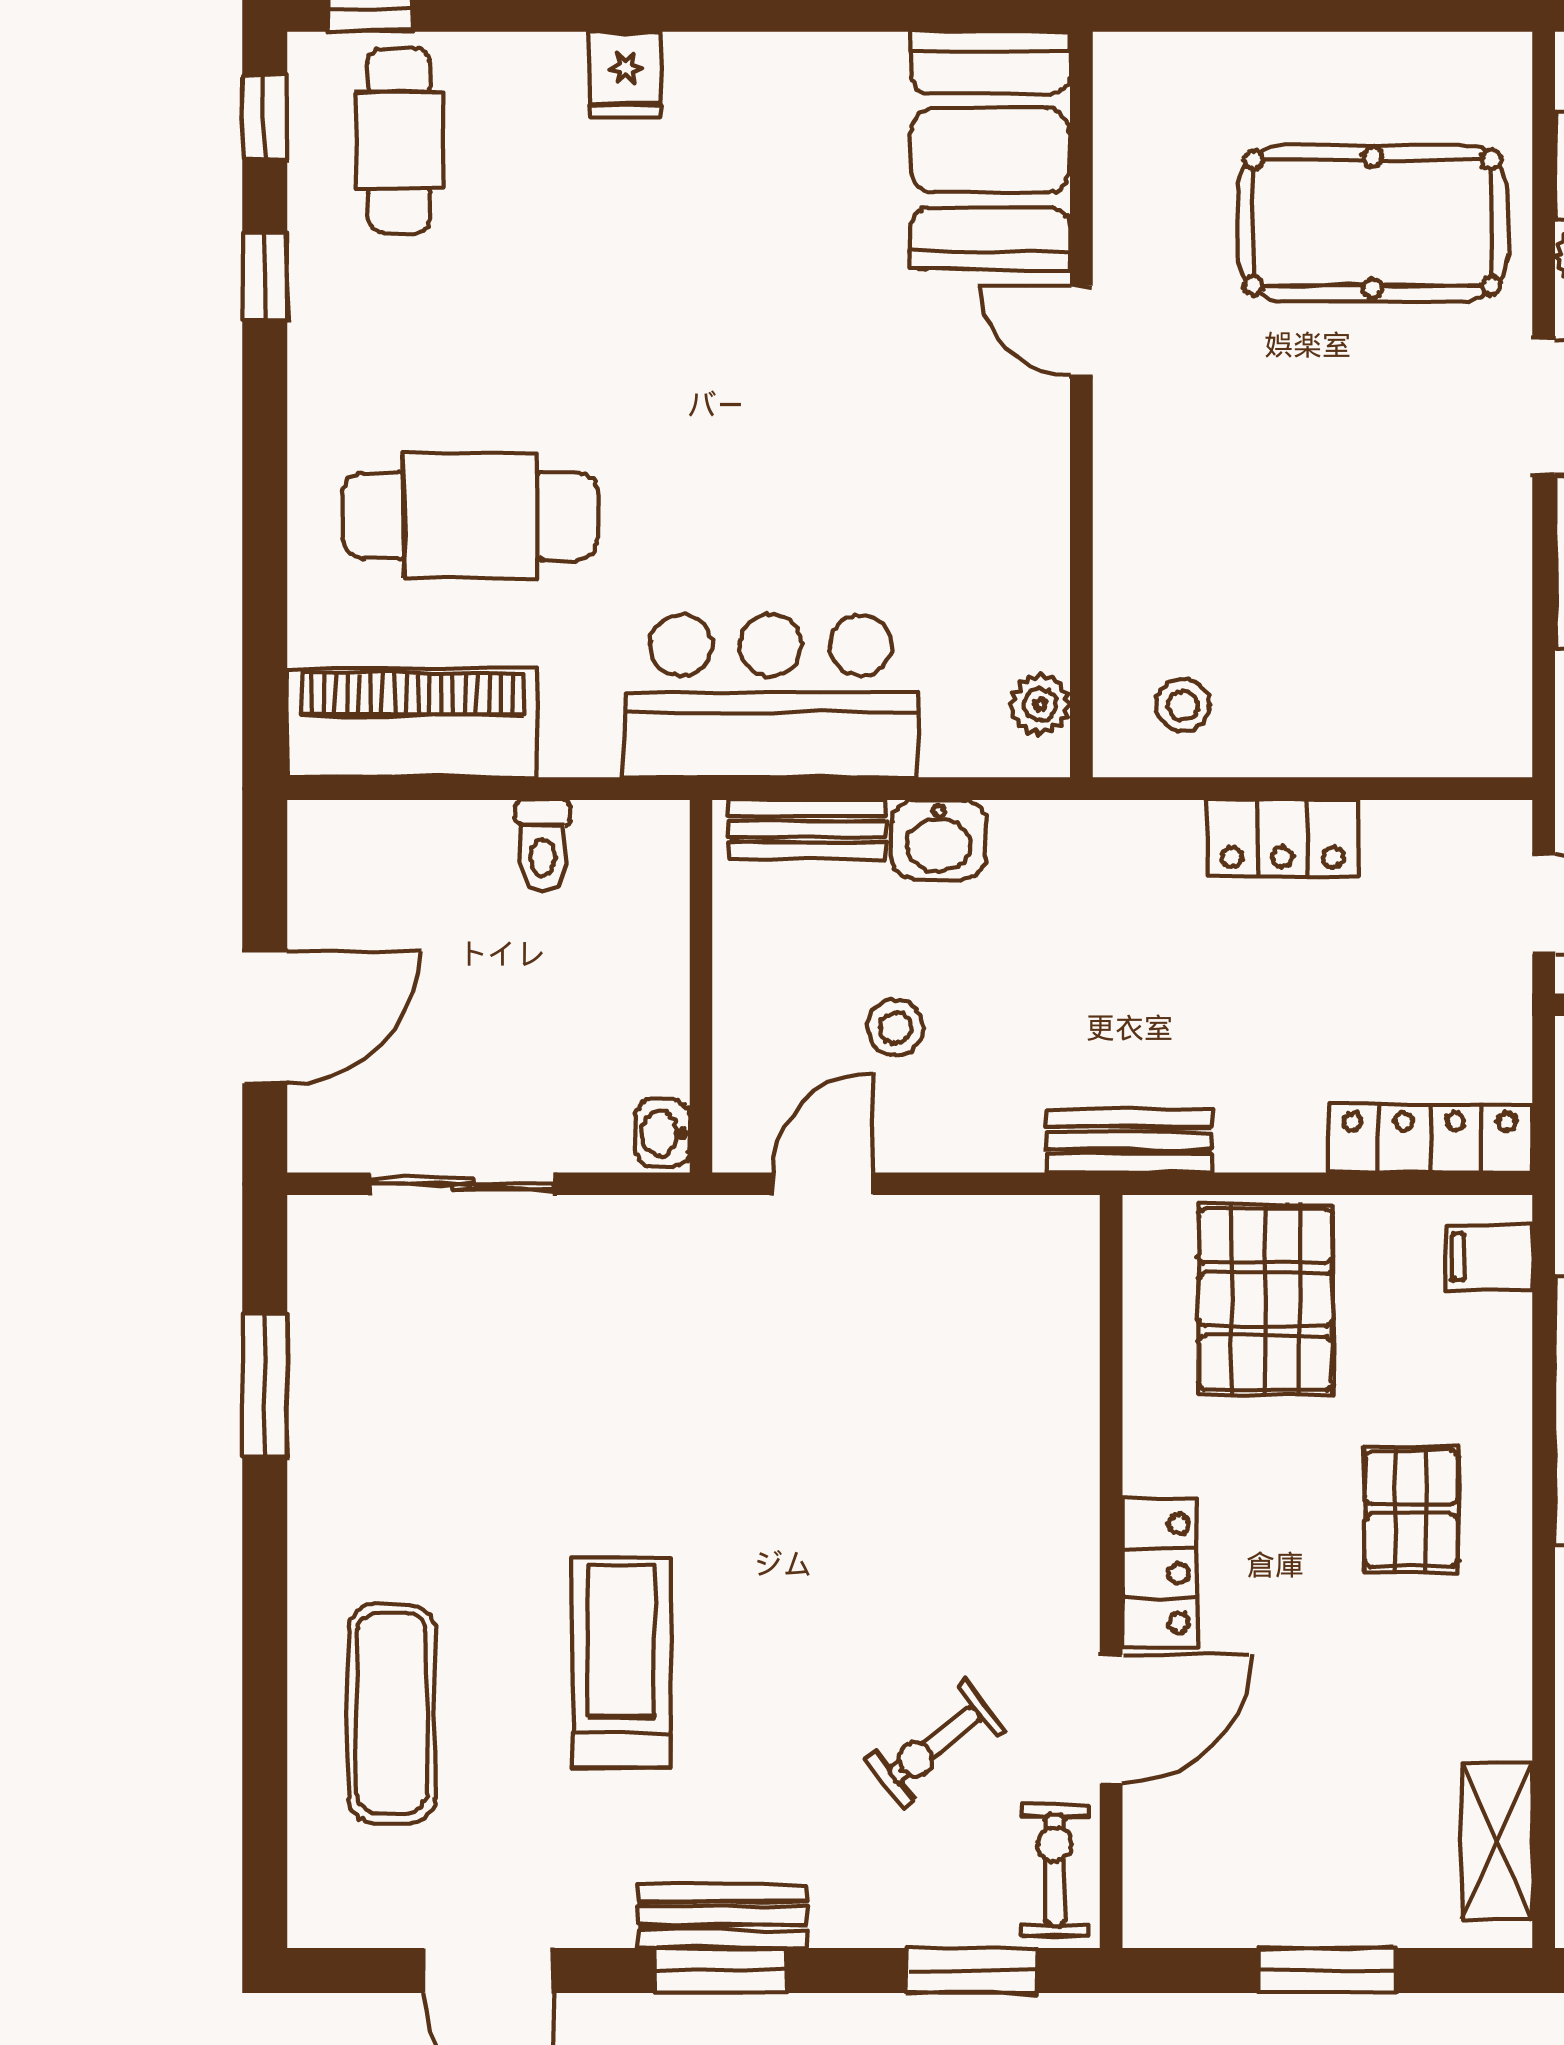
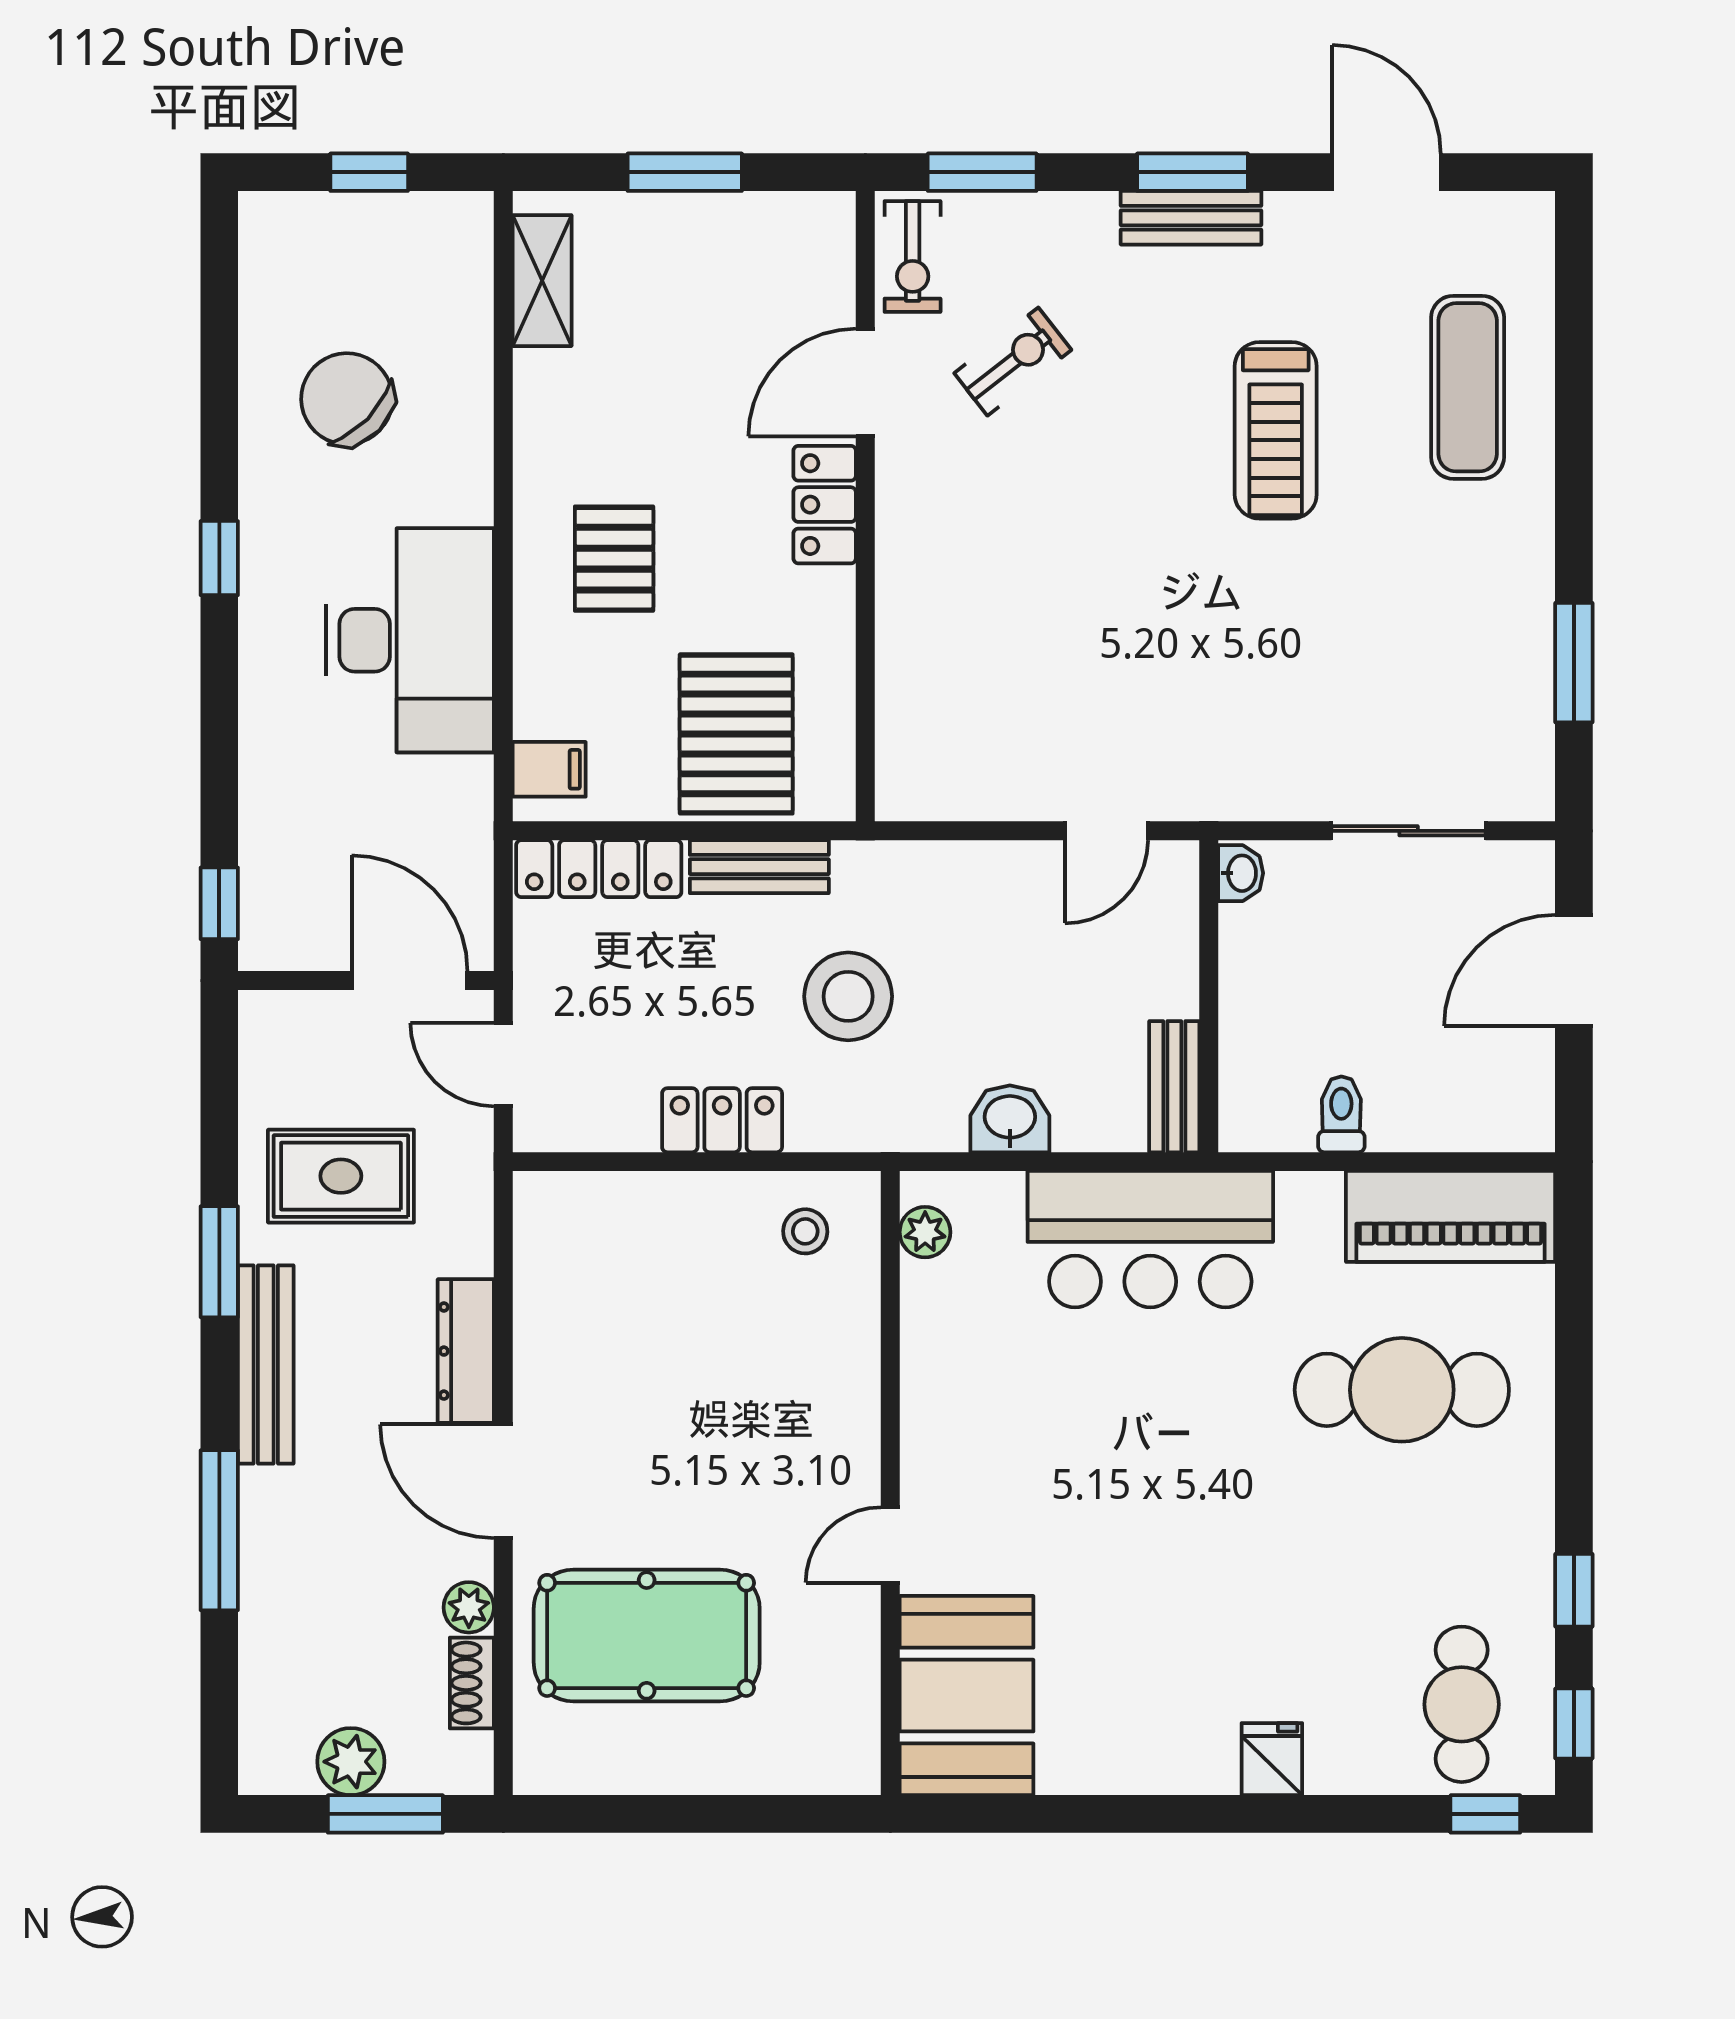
door: (1081, 331) -> (890, 1545), swing flipped
bench: (807, 830) -> (1174, 1087), moved, turned 90
stool: (895, 1028) -> (848, 996), moved, width x1.89, depth x1.89
bench: (1129, 1141) -> (759, 867), moved

